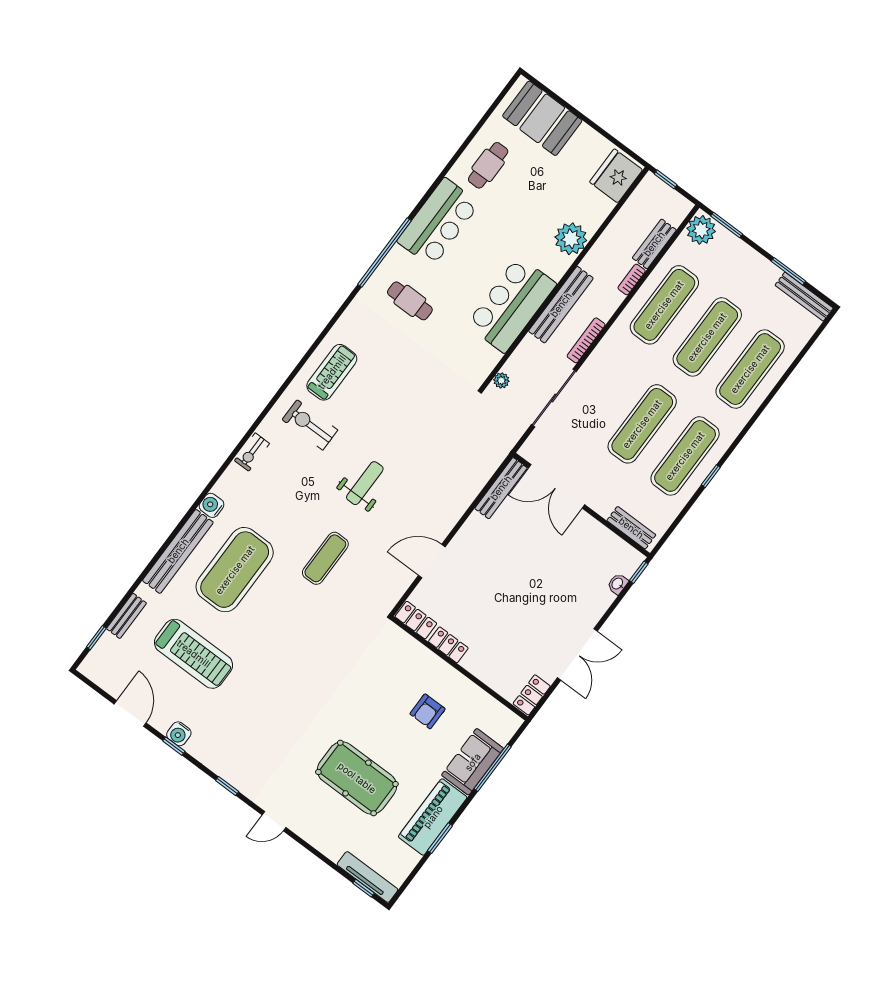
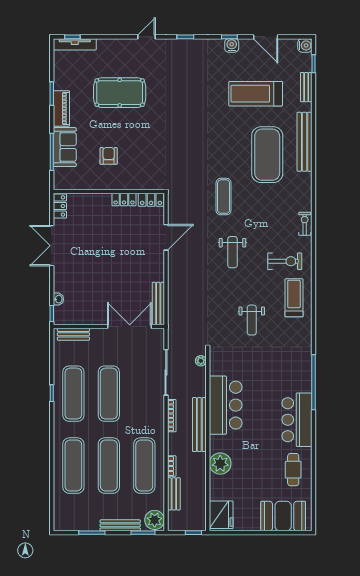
bench: (804, 297) -> (120, 525), moved
cafe table: (410, 301) -> (281, 367), removed
treadmill: (332, 372) -> (294, 298), turned 180
weight bench: (403, 384) -> (252, 320), added
water cooler: (212, 505) -> (305, 45), moved
piano: (433, 817) -> (61, 108), width x0.73, depth x0.75

